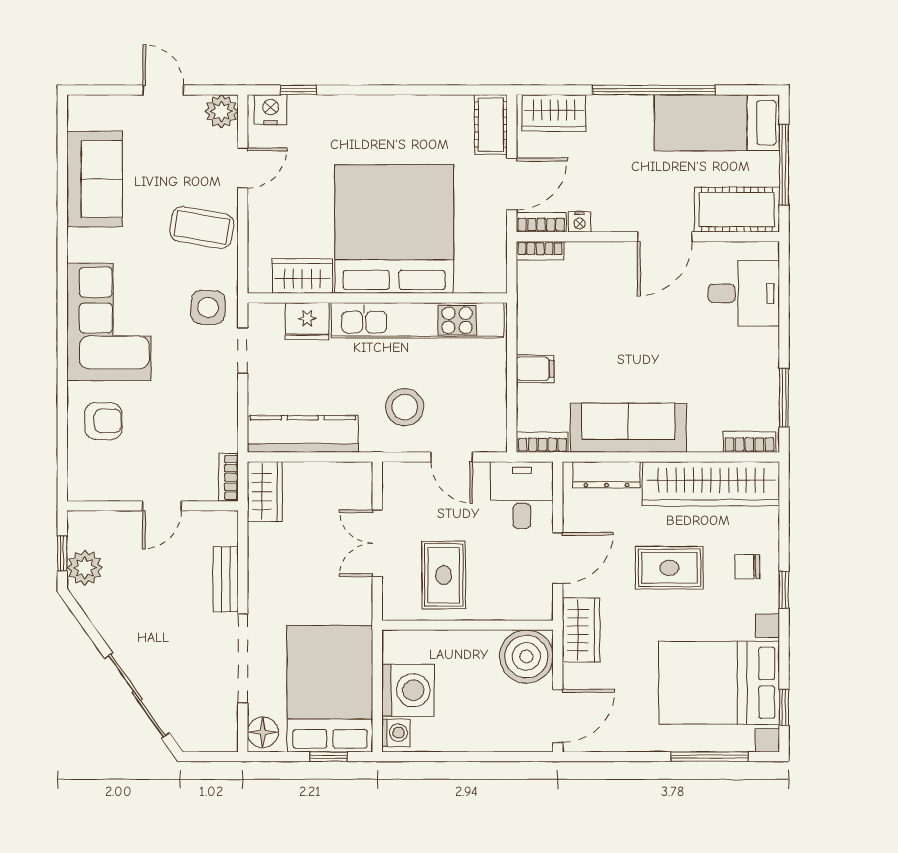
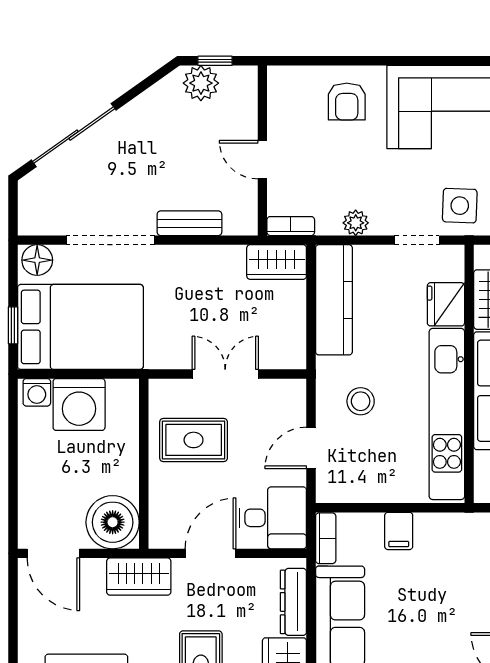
stool: (405, 407) -> (361, 401), width x0.73, depth x0.73
plant: (225, 412) -> (356, 223), added
door: (558, 558) -> (210, 553), swing flipped

